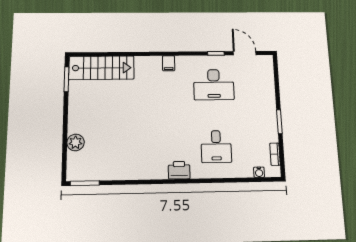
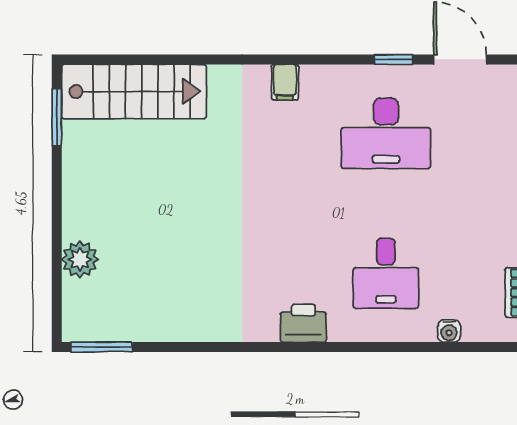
water cooler: (259, 172) -> (449, 331), moved

